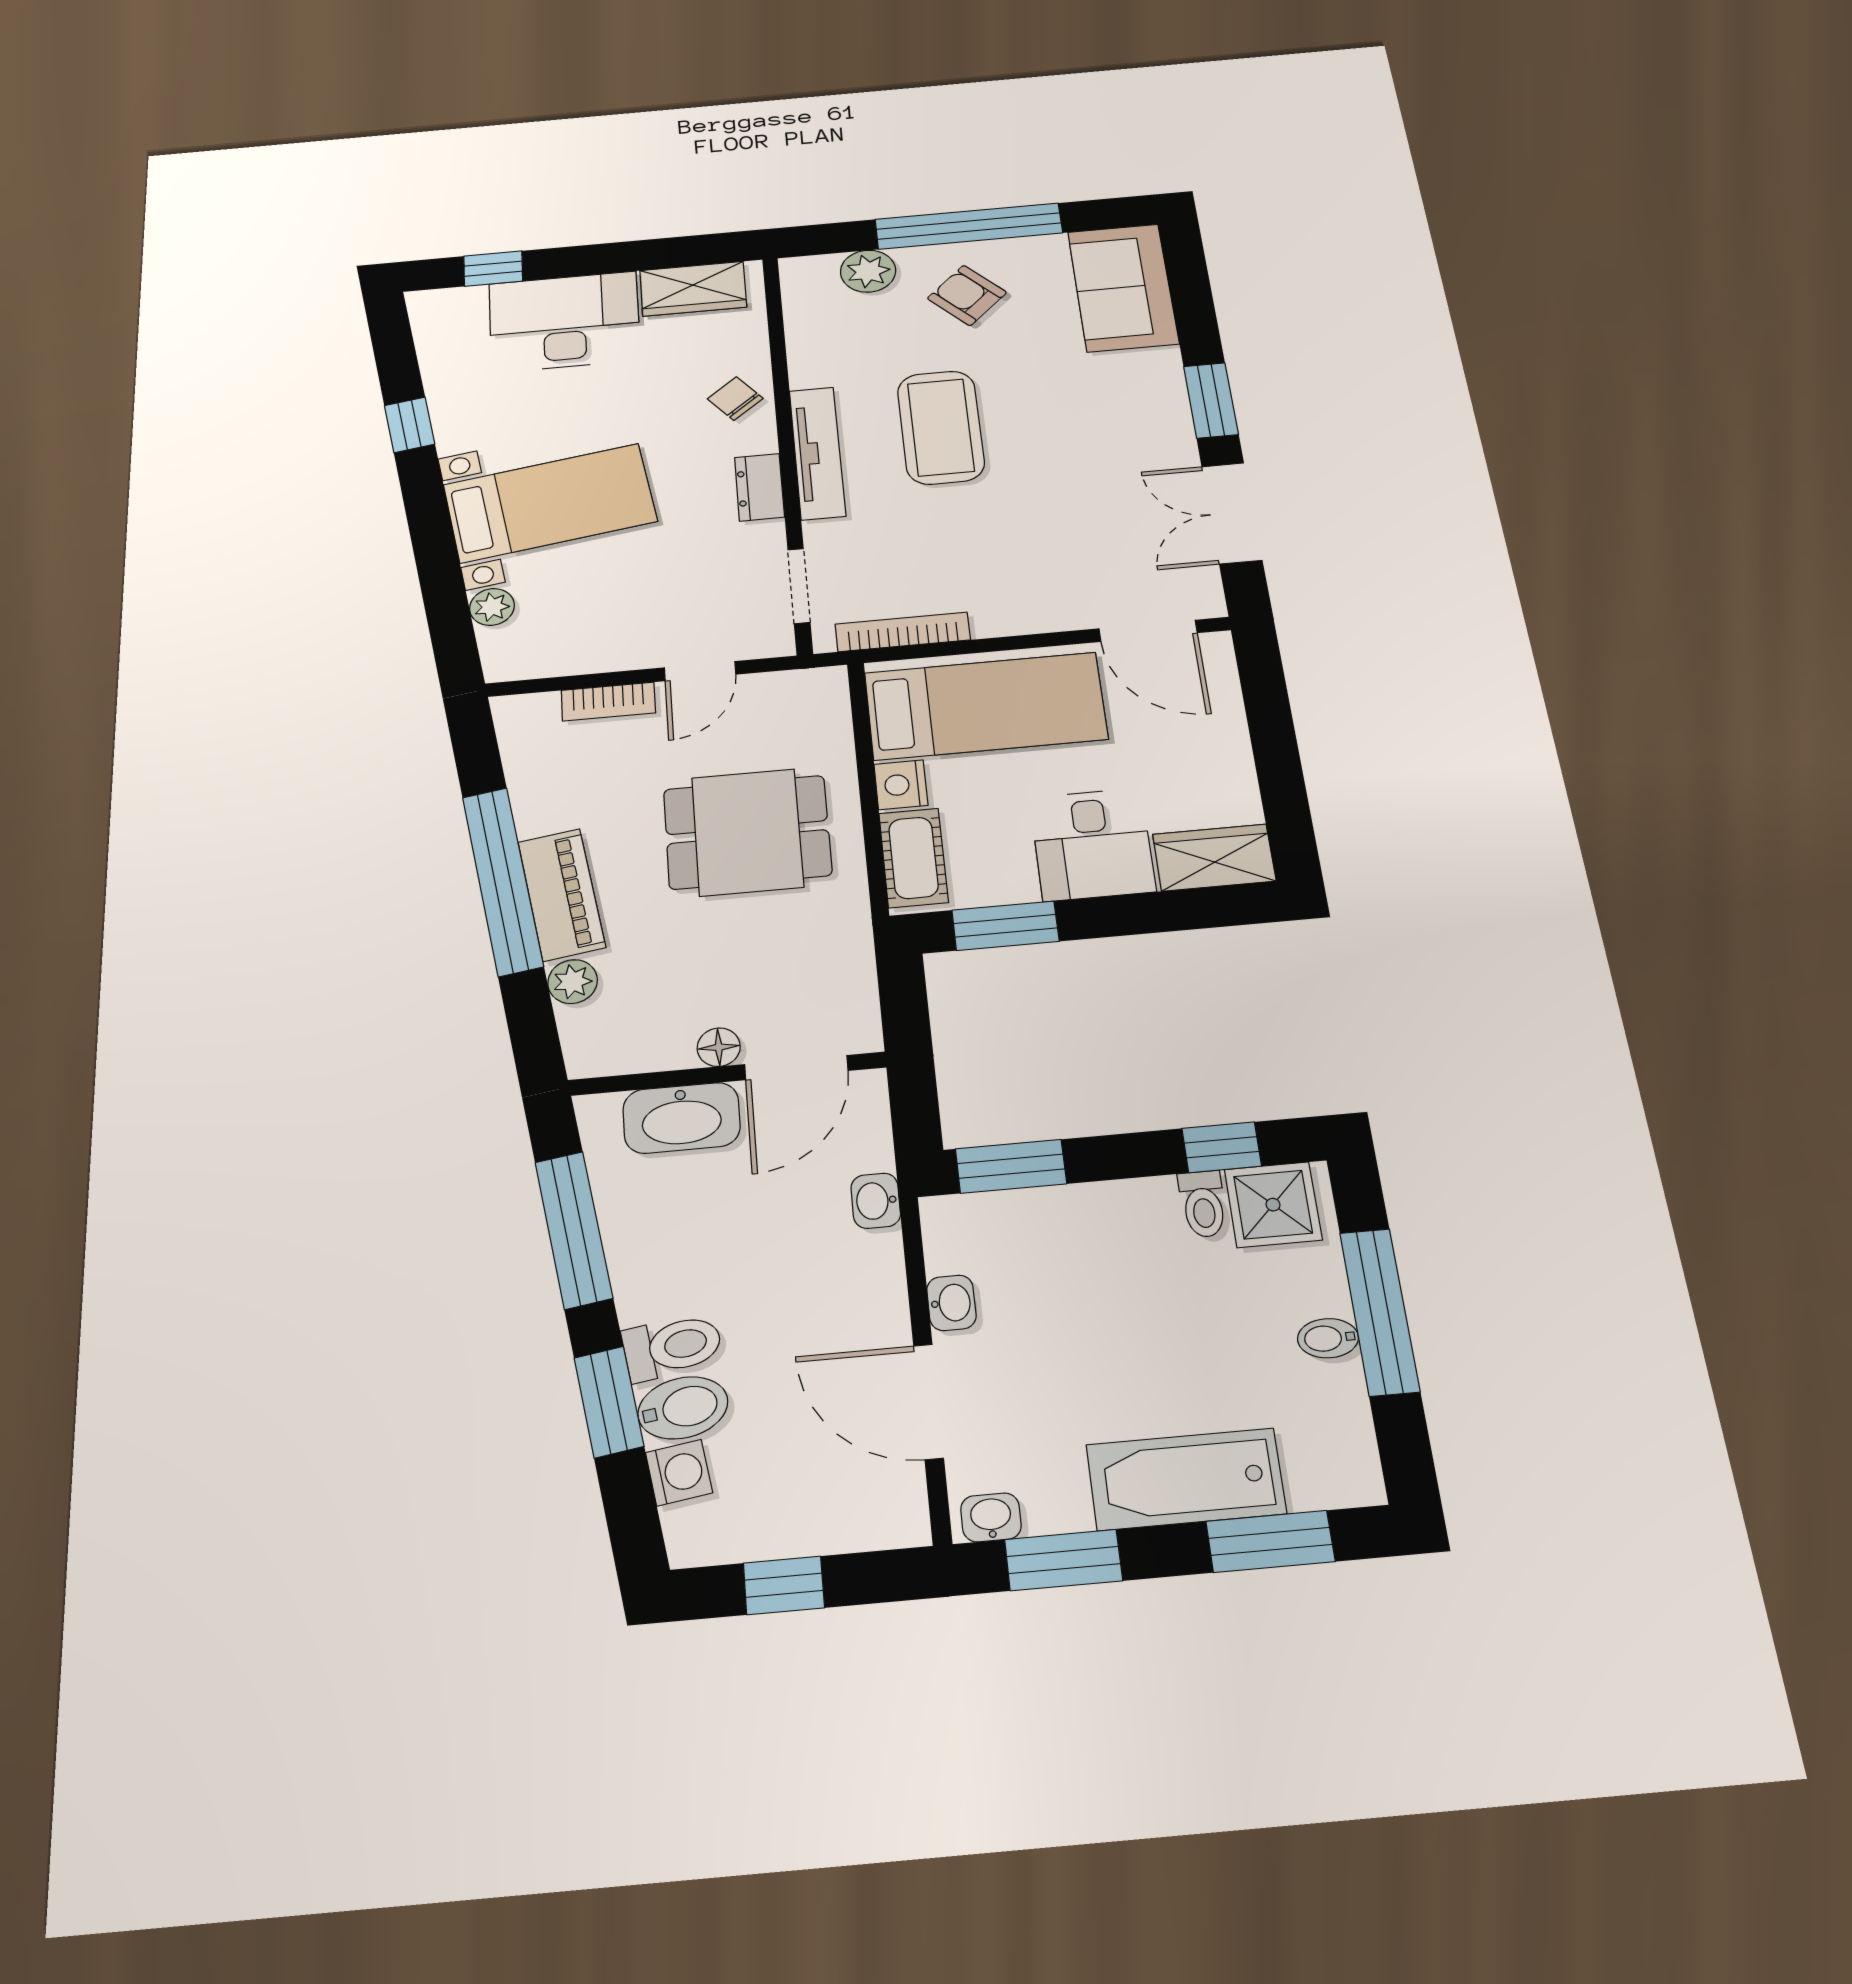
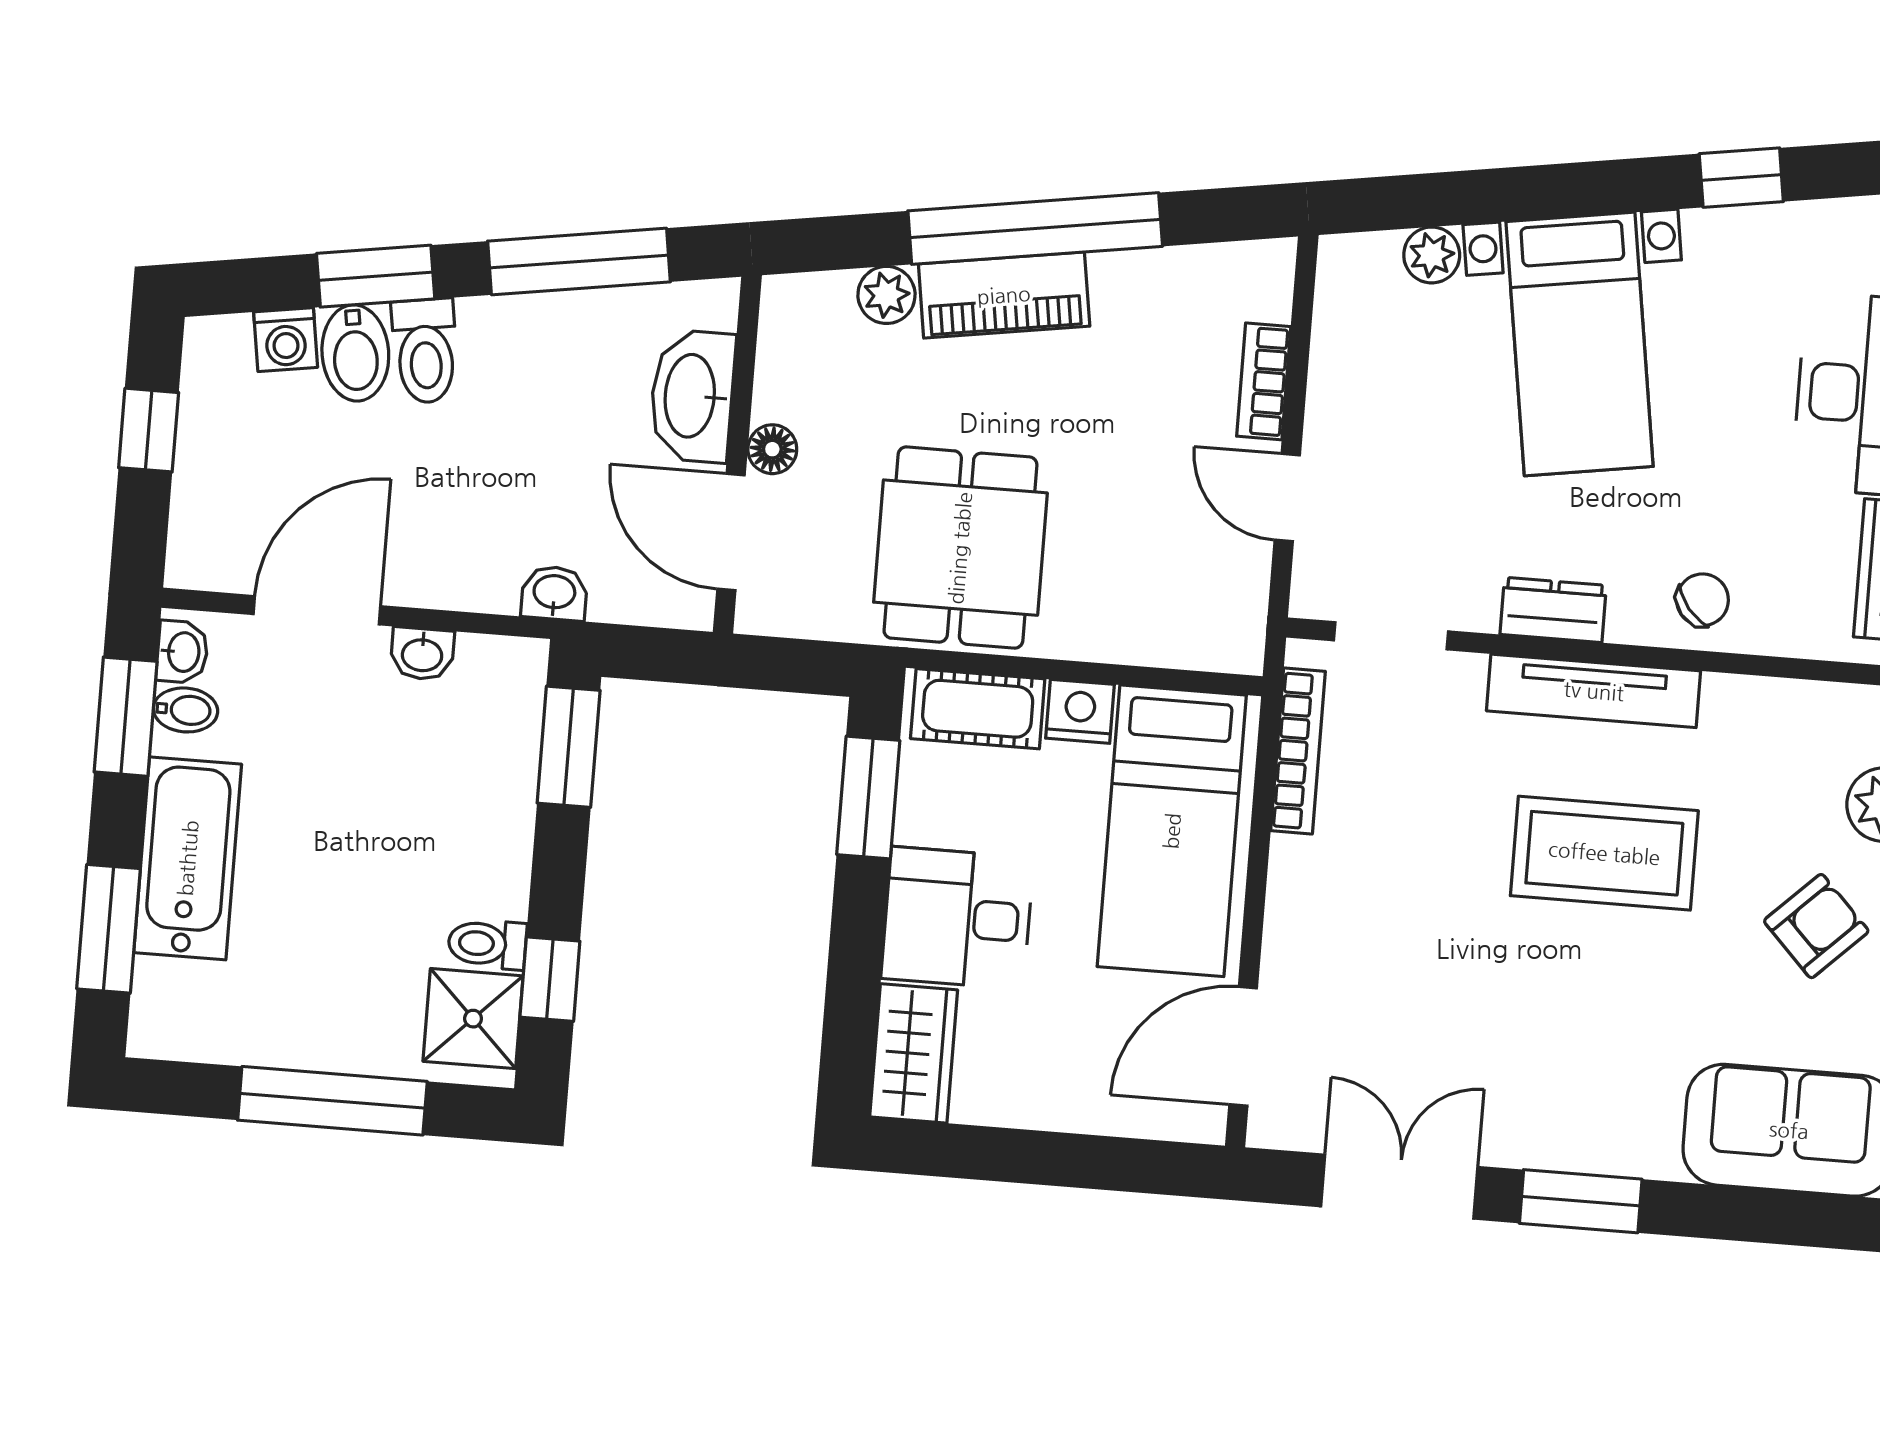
dining table: (747, 832) -> (960, 548), moved
bidet: (1328, 1338) -> (185, 710), moved, turned 90

